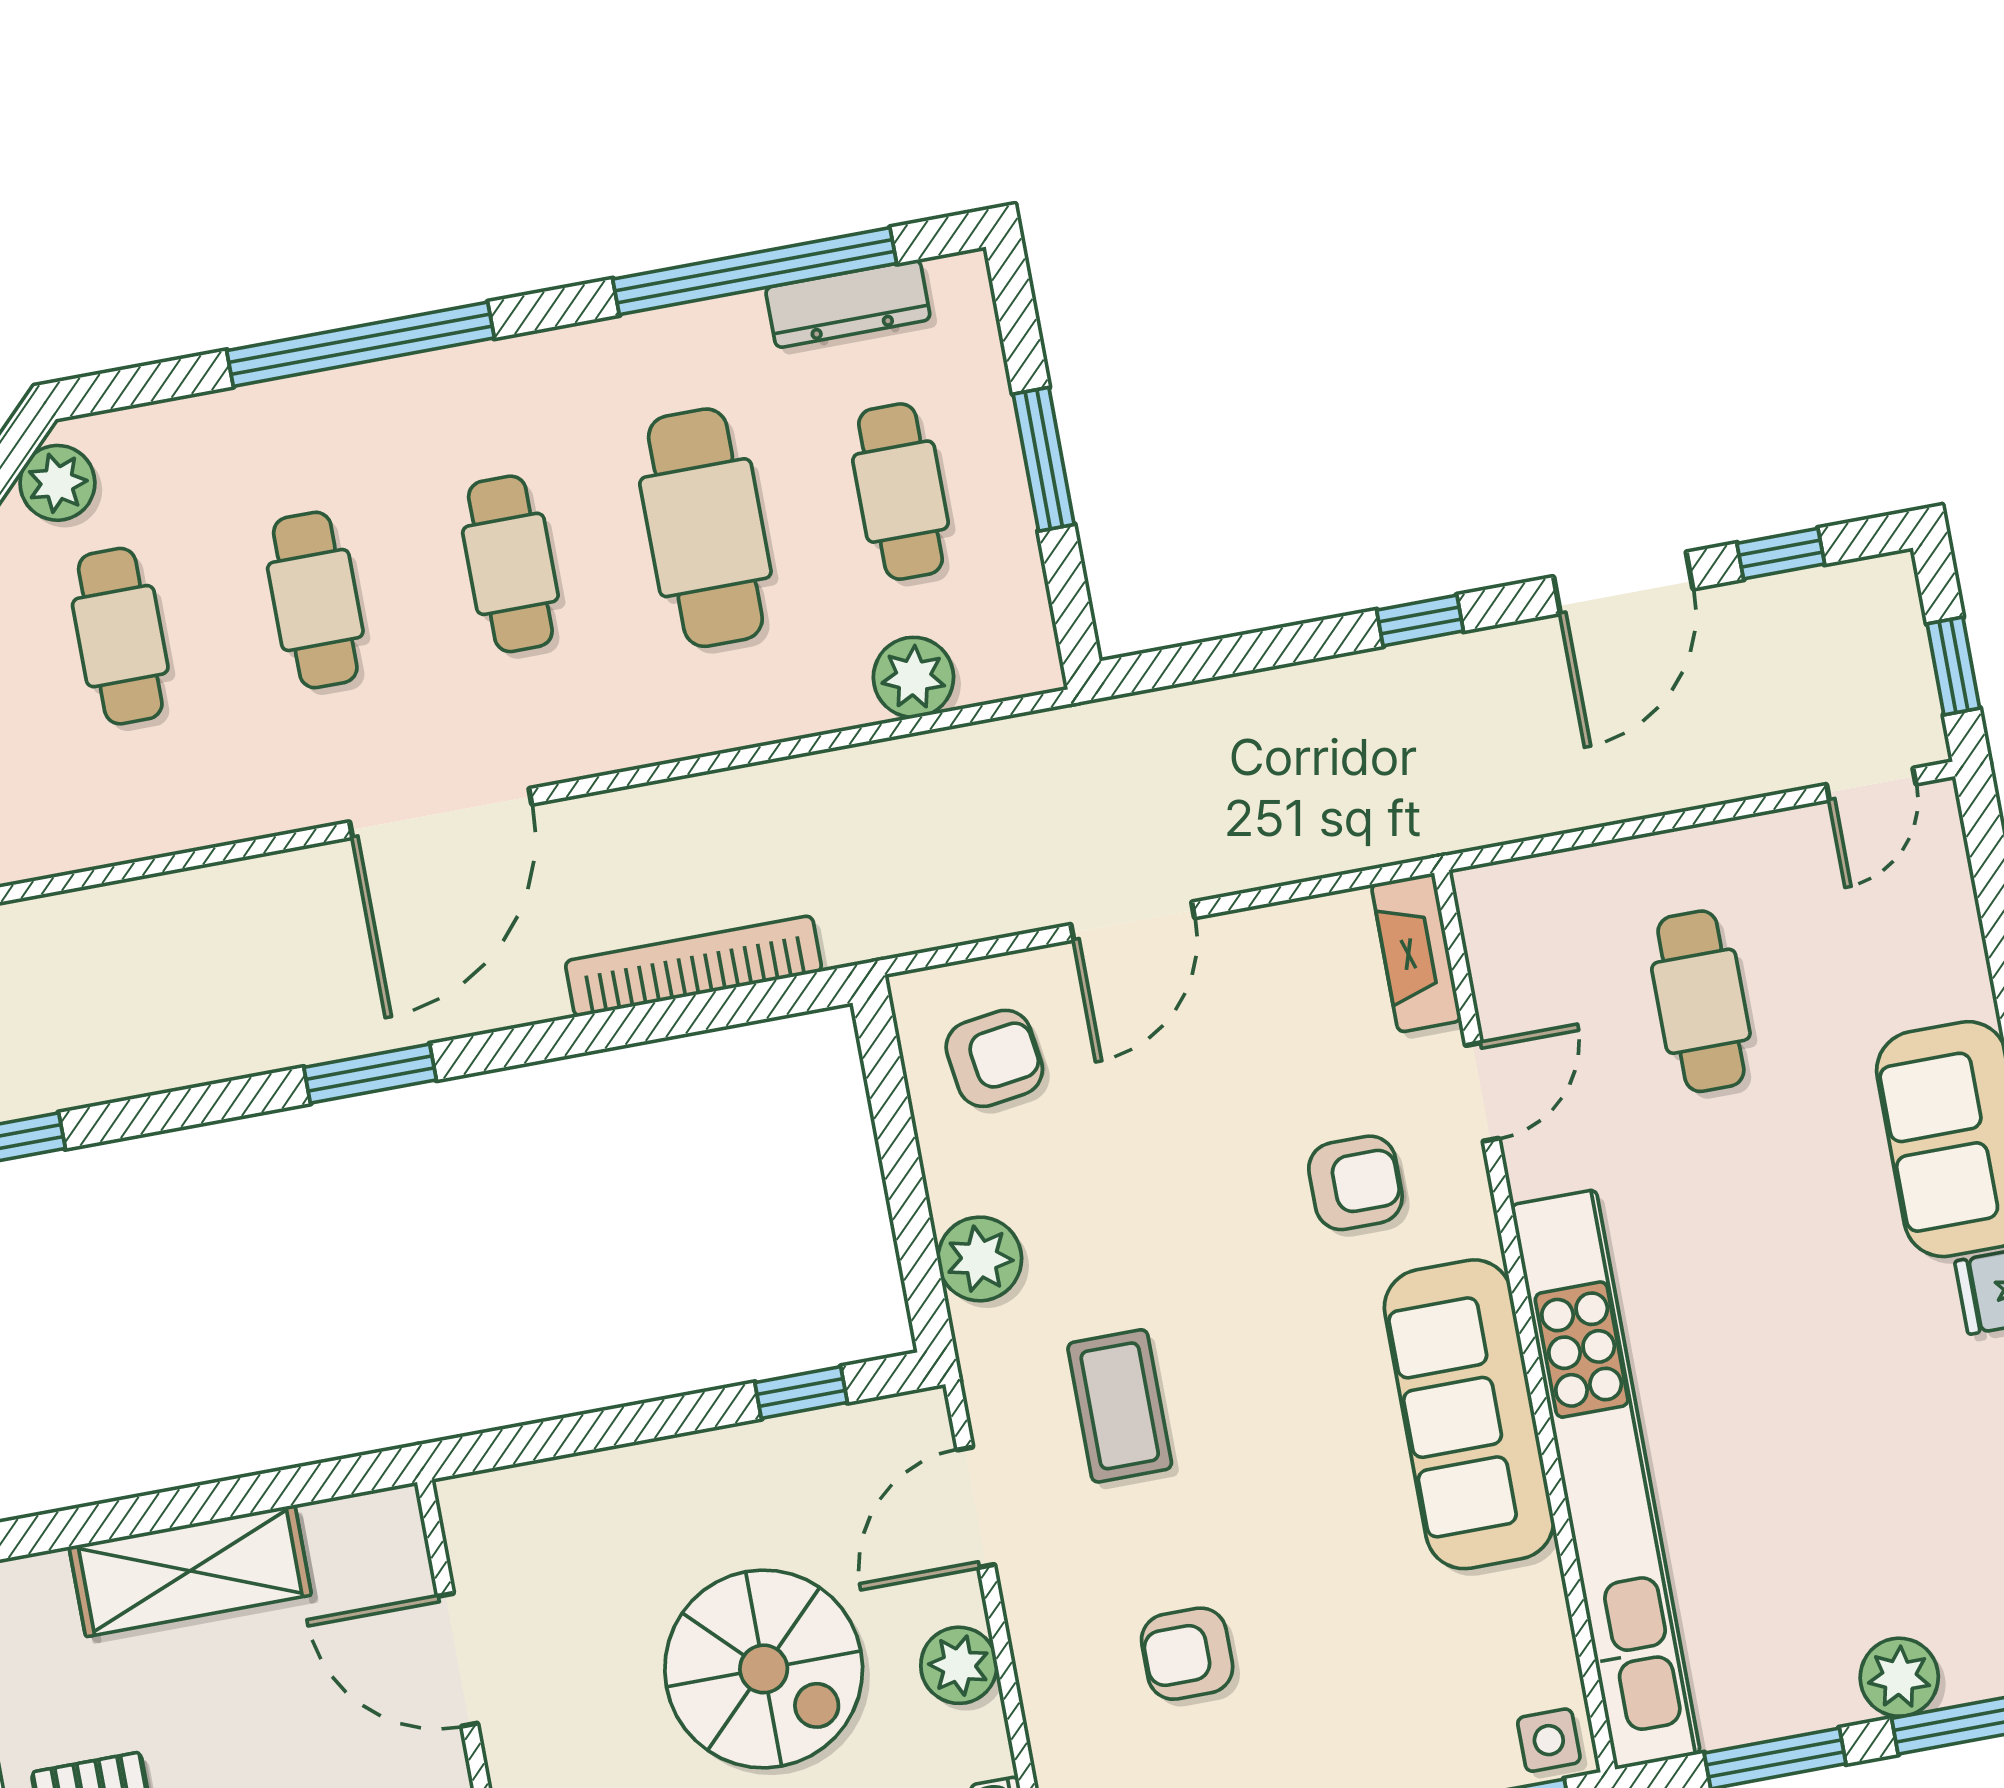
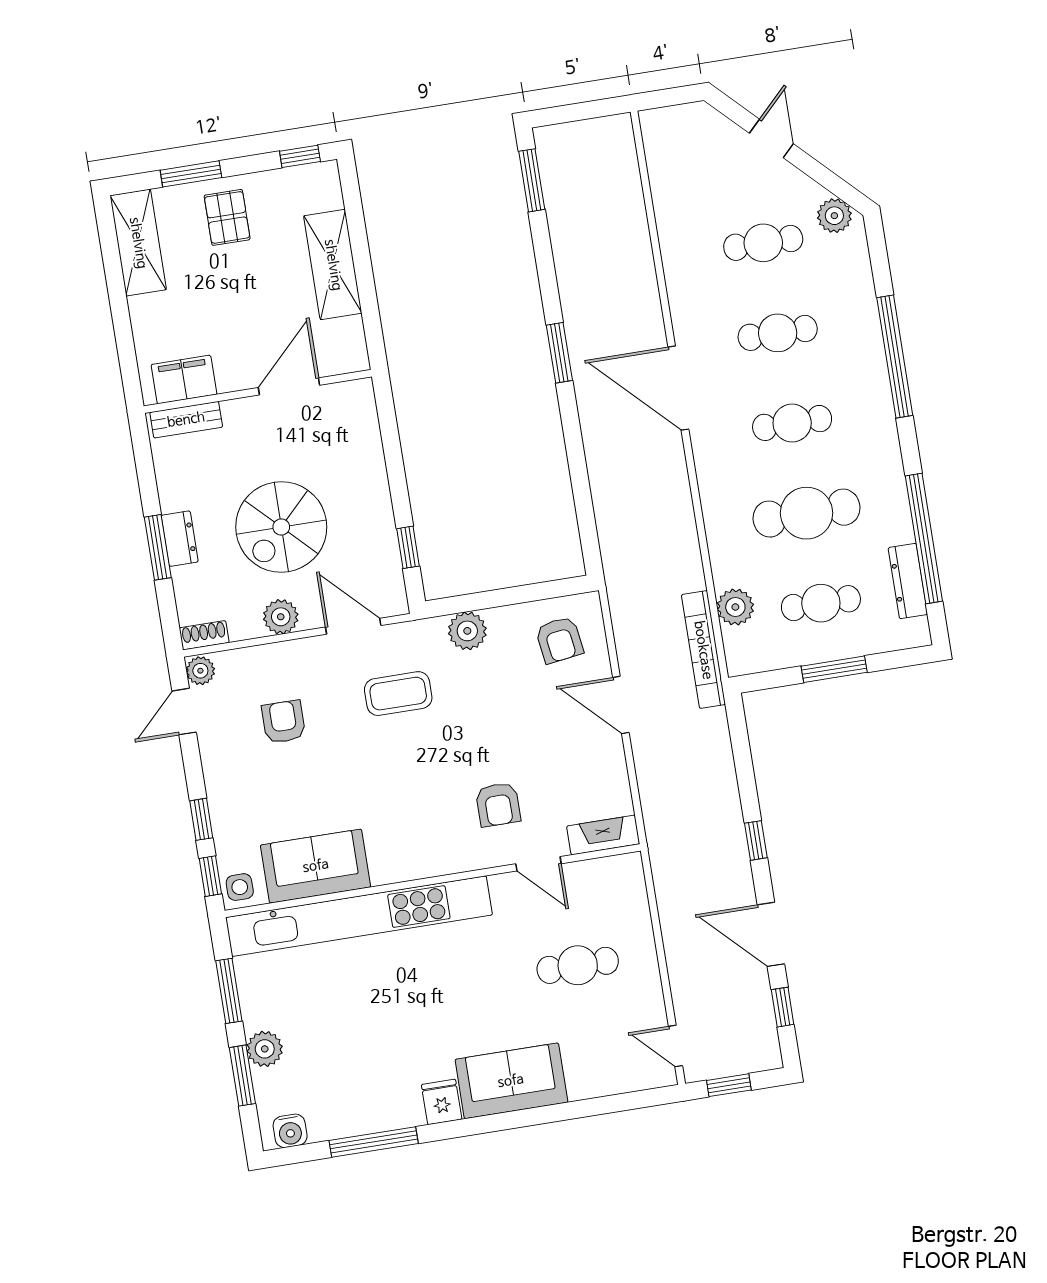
bookcase: (694, 966) -> (703, 650), moved, turned 180
sofa: (1469, 1414) -> (316, 866), moved, width x0.73

